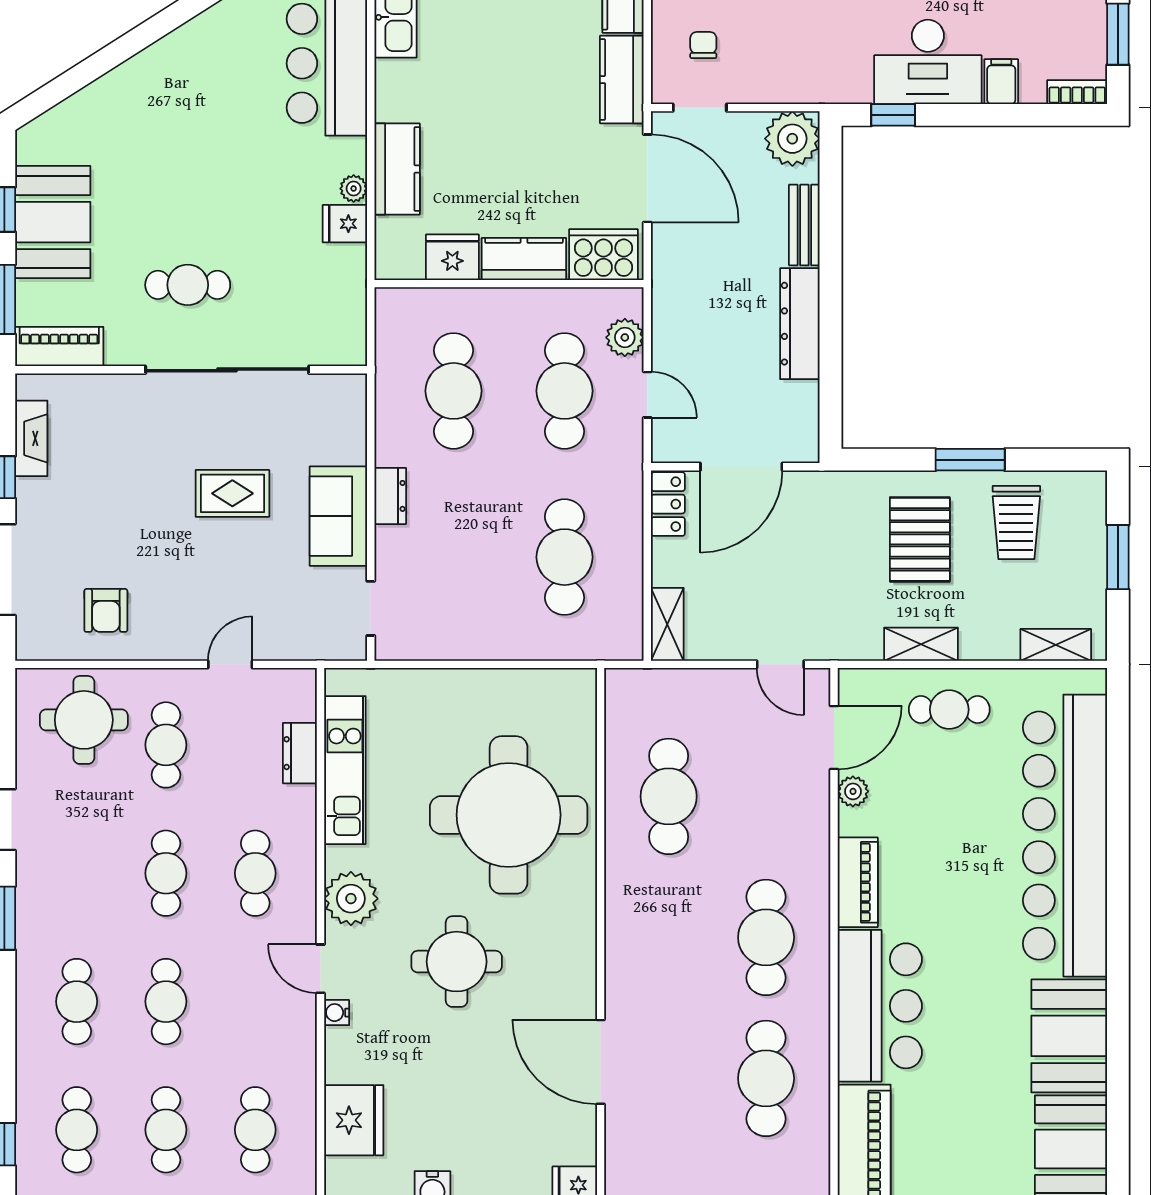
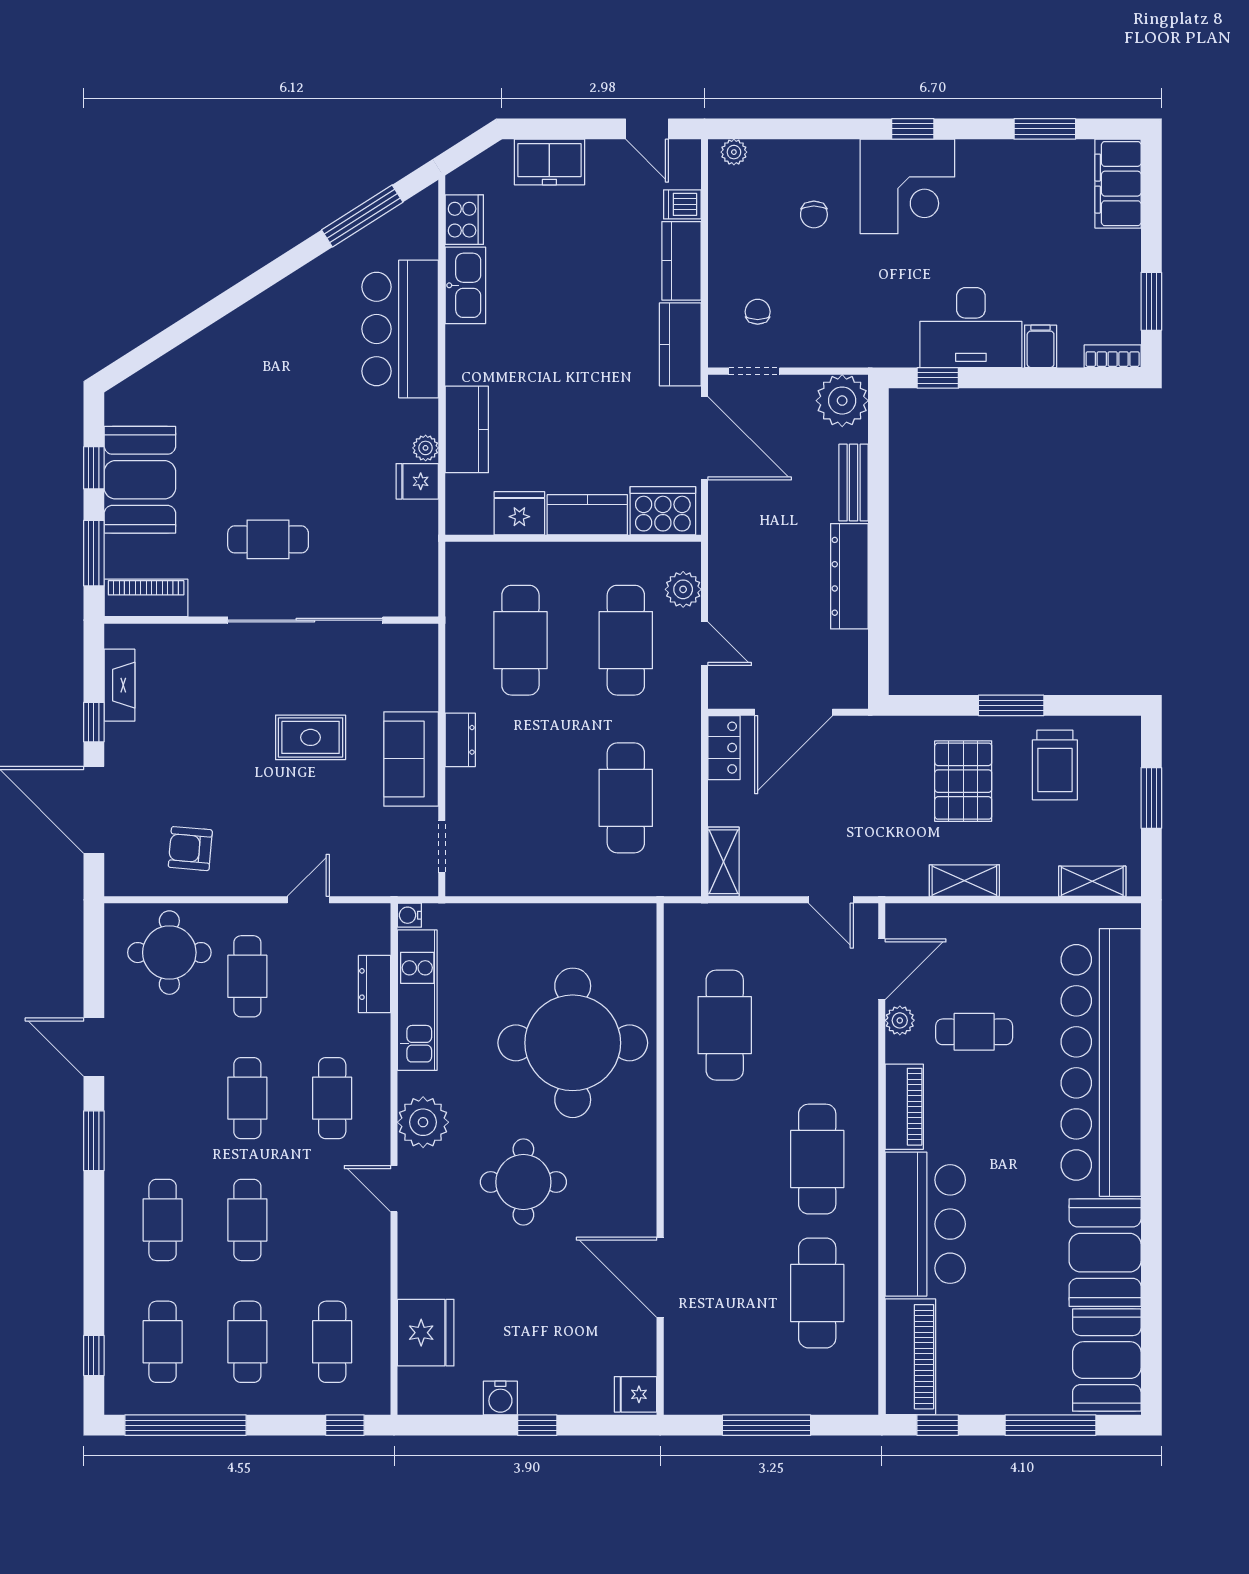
armchair: (106, 610) -> (190, 849), turned 95
cafe table: (949, 710) -> (974, 1032), moved
water cooler: (337, 1013) -> (409, 915), moved

